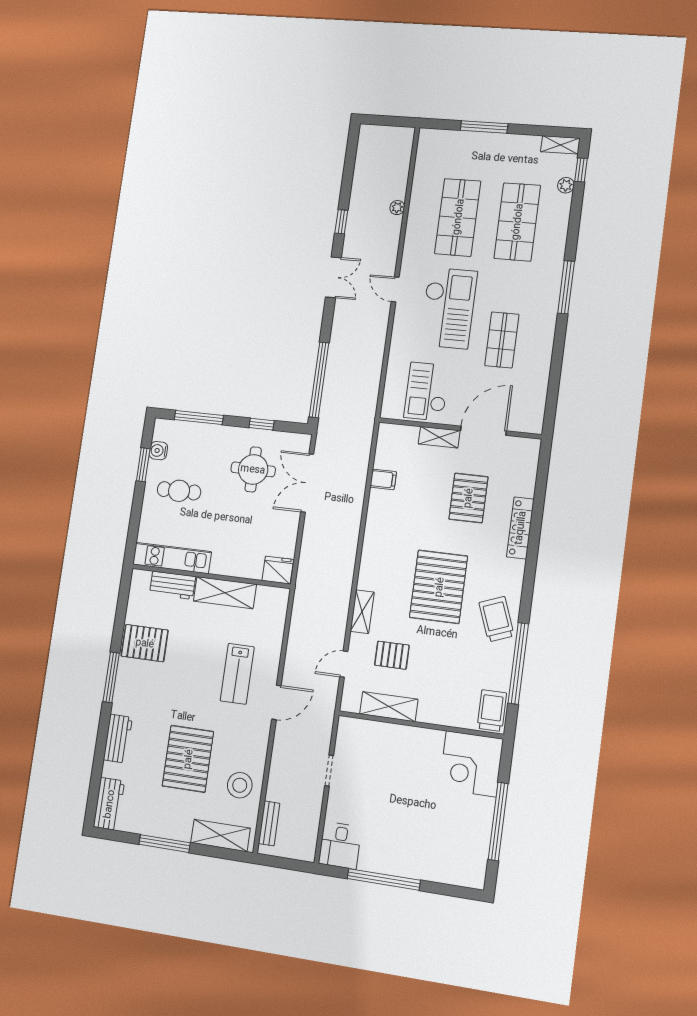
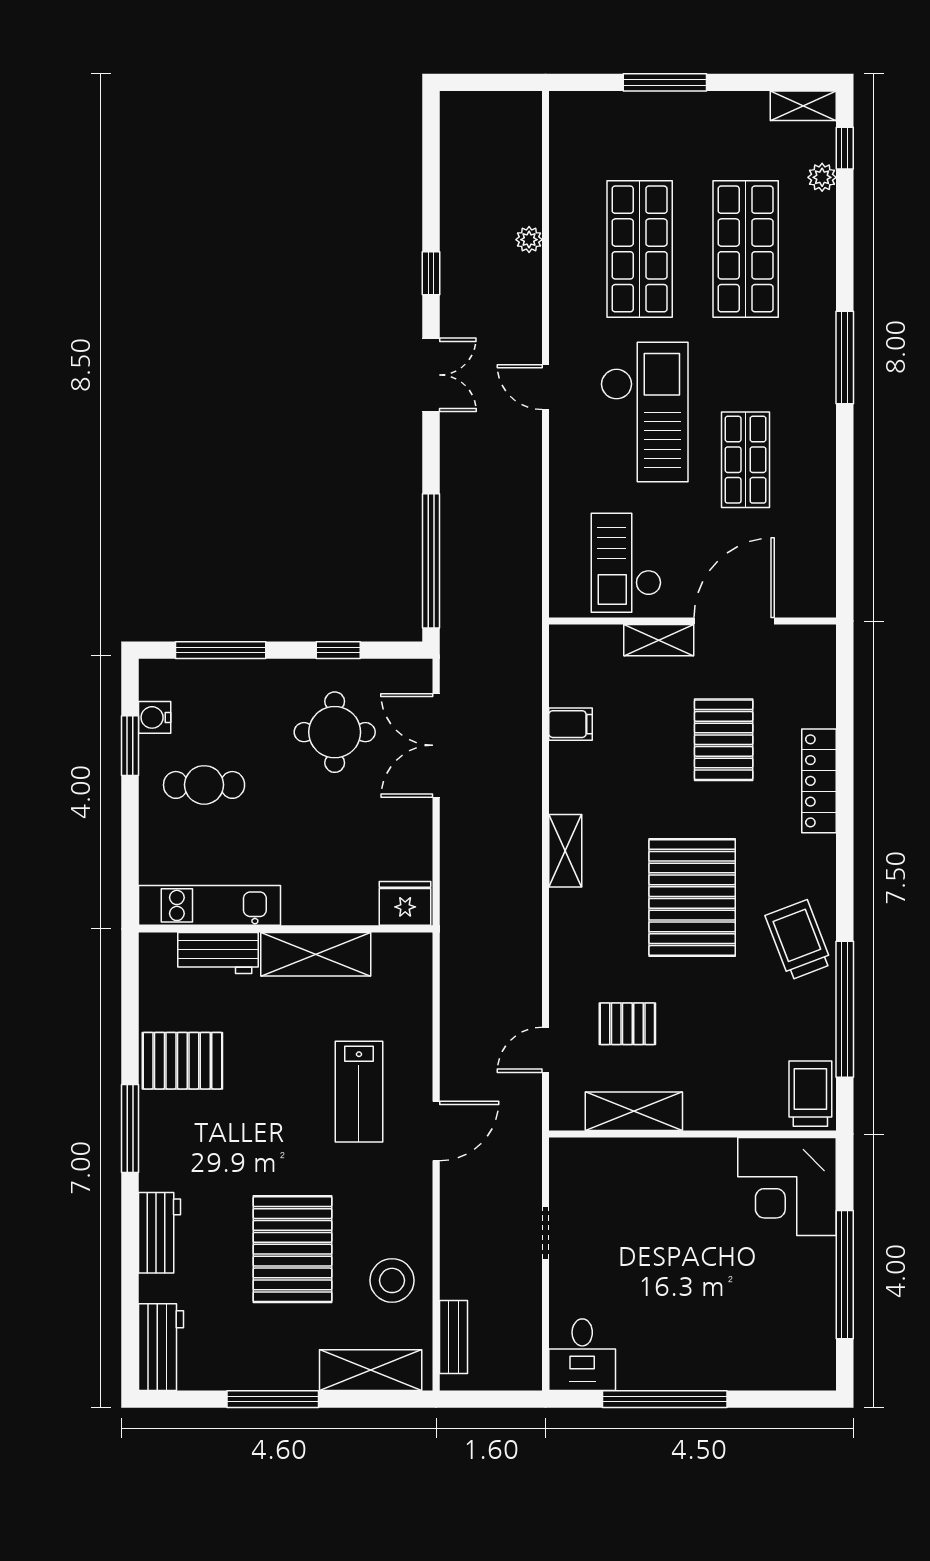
shelving: (362, 612) -> (565, 851), moved

